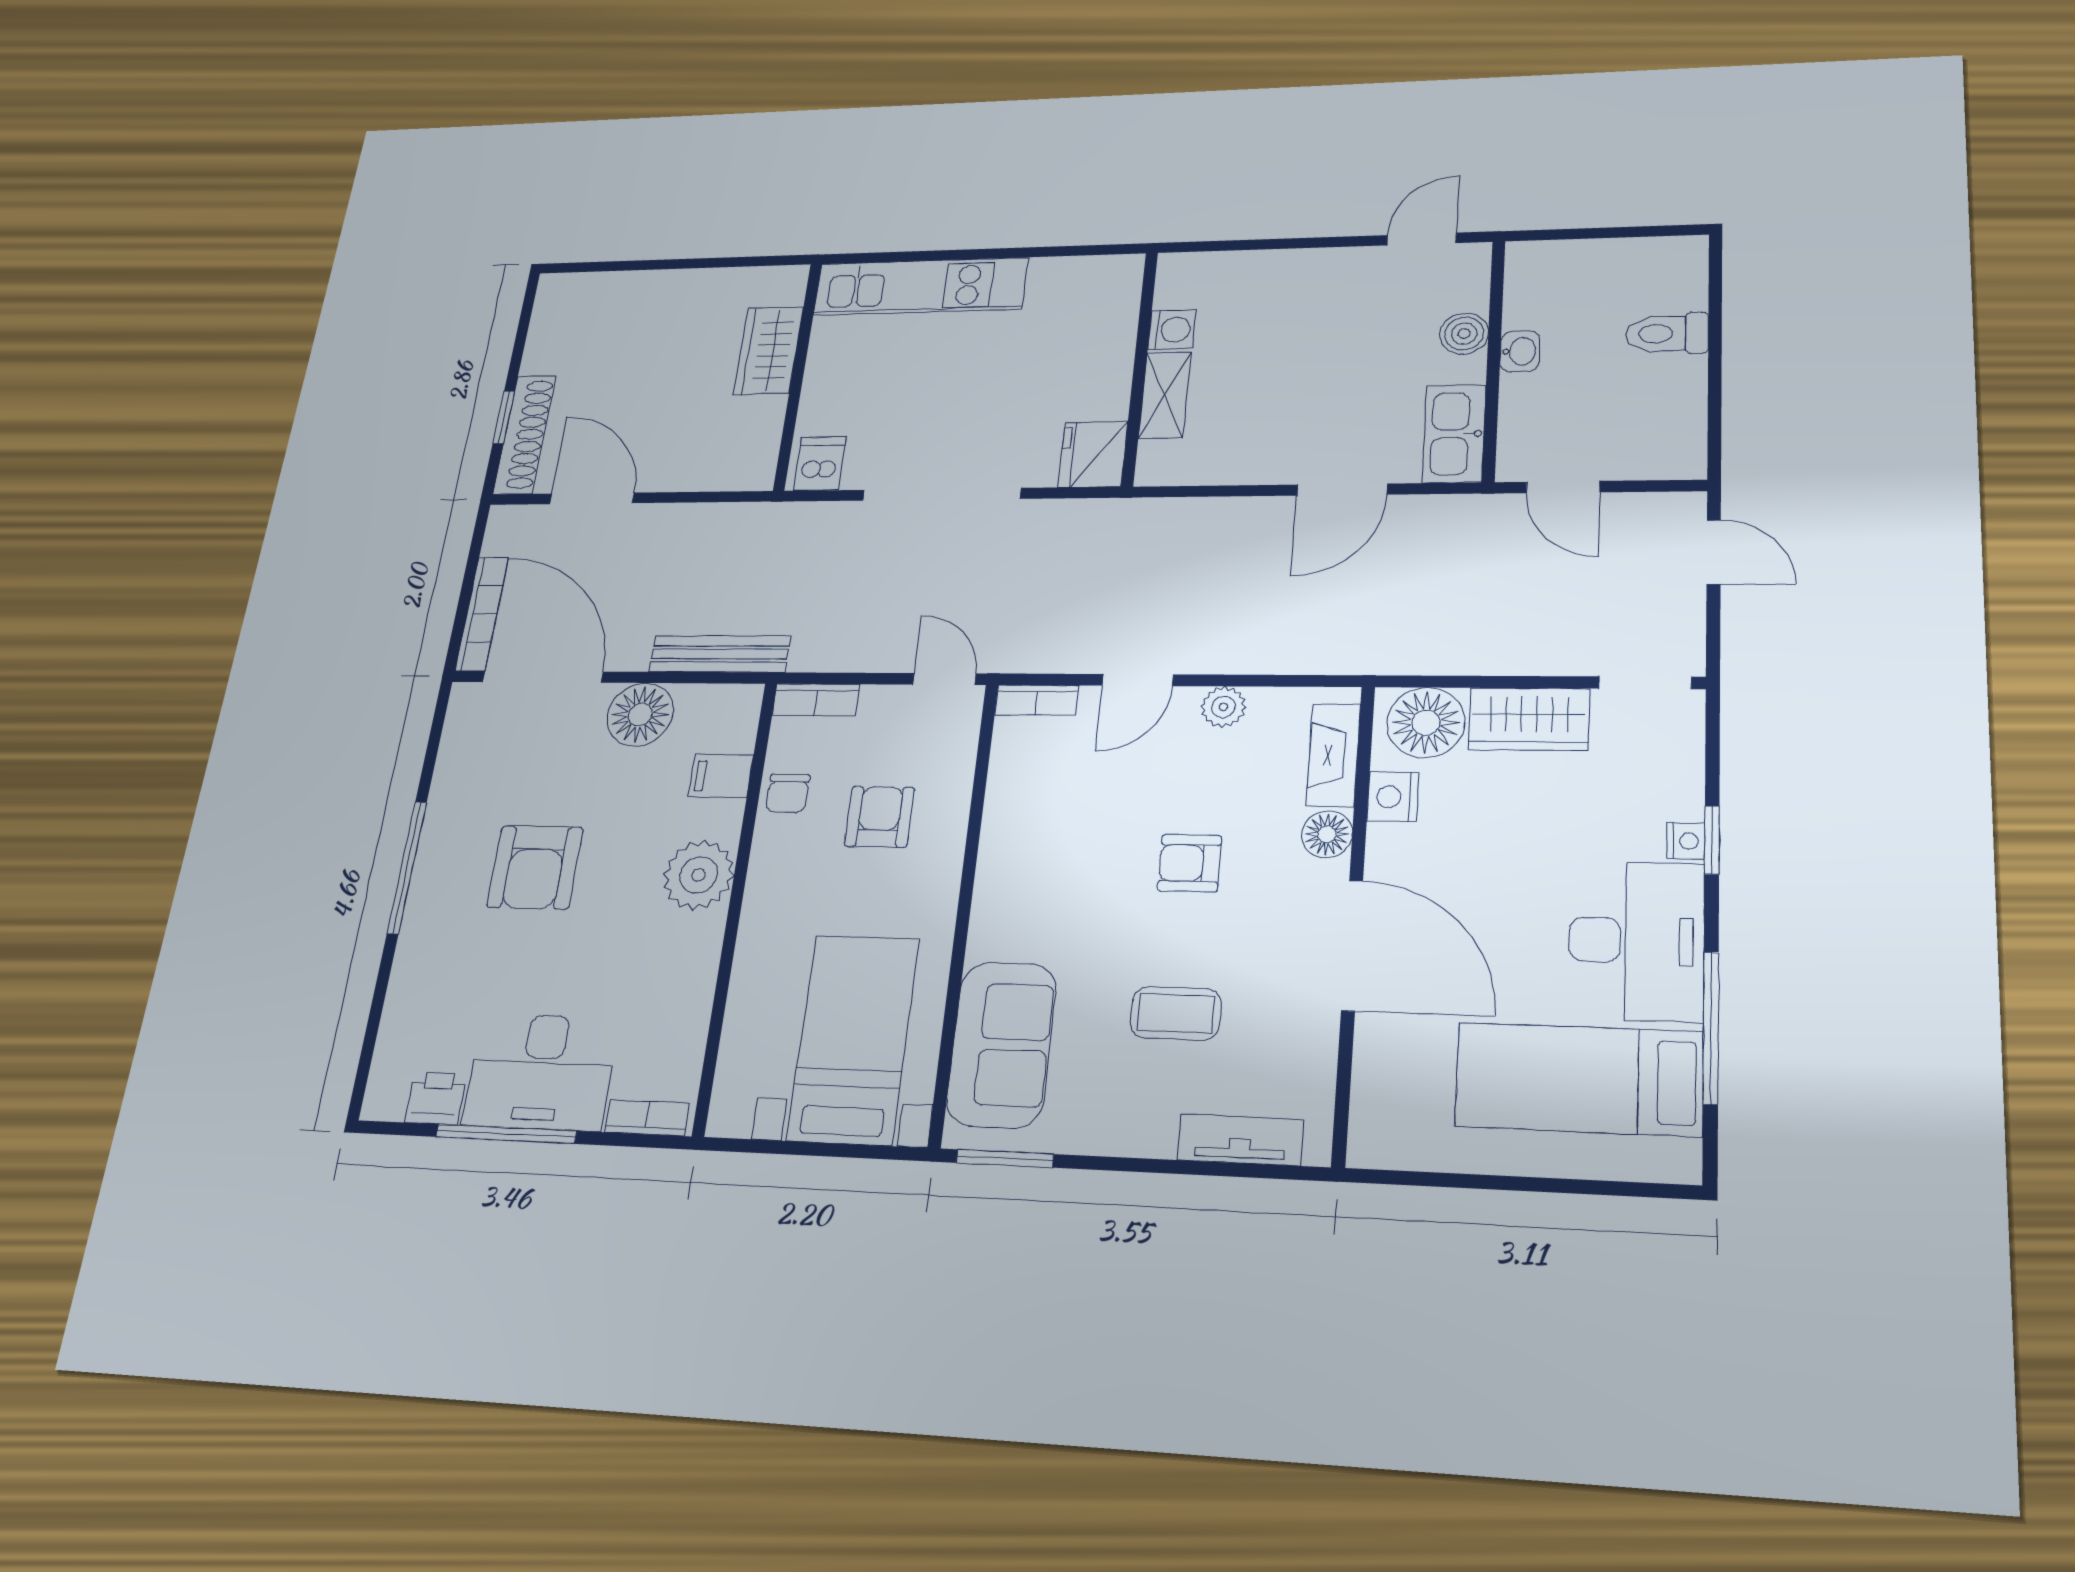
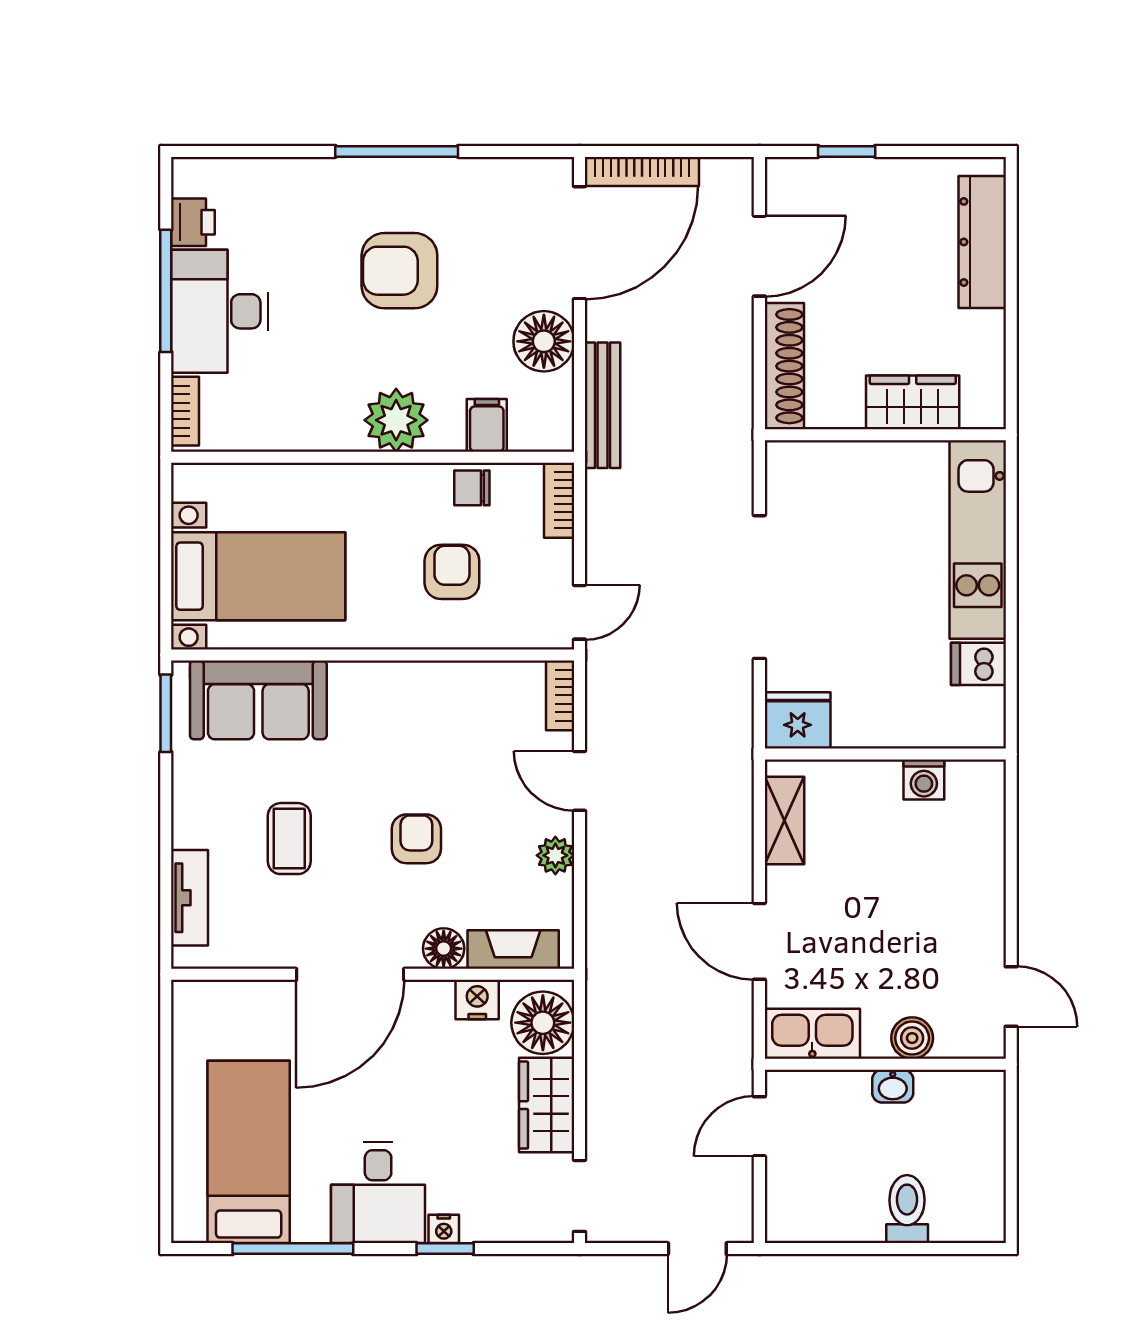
dresser: (619, 292) -> (982, 242), added
shelving: (1165, 395) -> (785, 821), moved, turned 90
shoe rack: (525, 434) -> (784, 366), moved, turned -90
dishwasher: (820, 464) -> (978, 664), moved, turned 180
armchair: (879, 817) -> (452, 572), turned -90
desk: (1636, 941) -> (378, 1193), width x0.73

